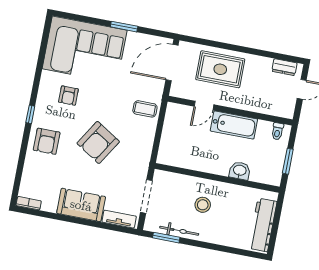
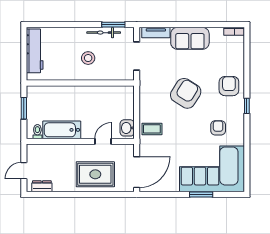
window: (124, 27) -> (201, 195), moved
bathtub: (234, 125) -> (62, 130), moved
washbasin: (240, 171) -> (127, 128), moved, turned 90

